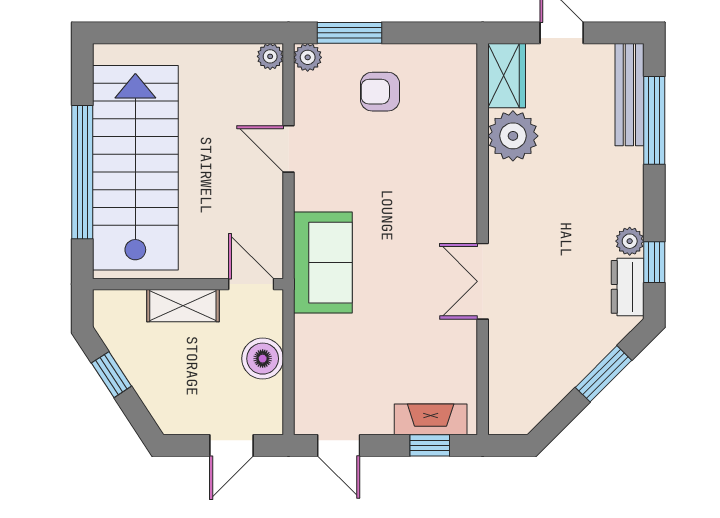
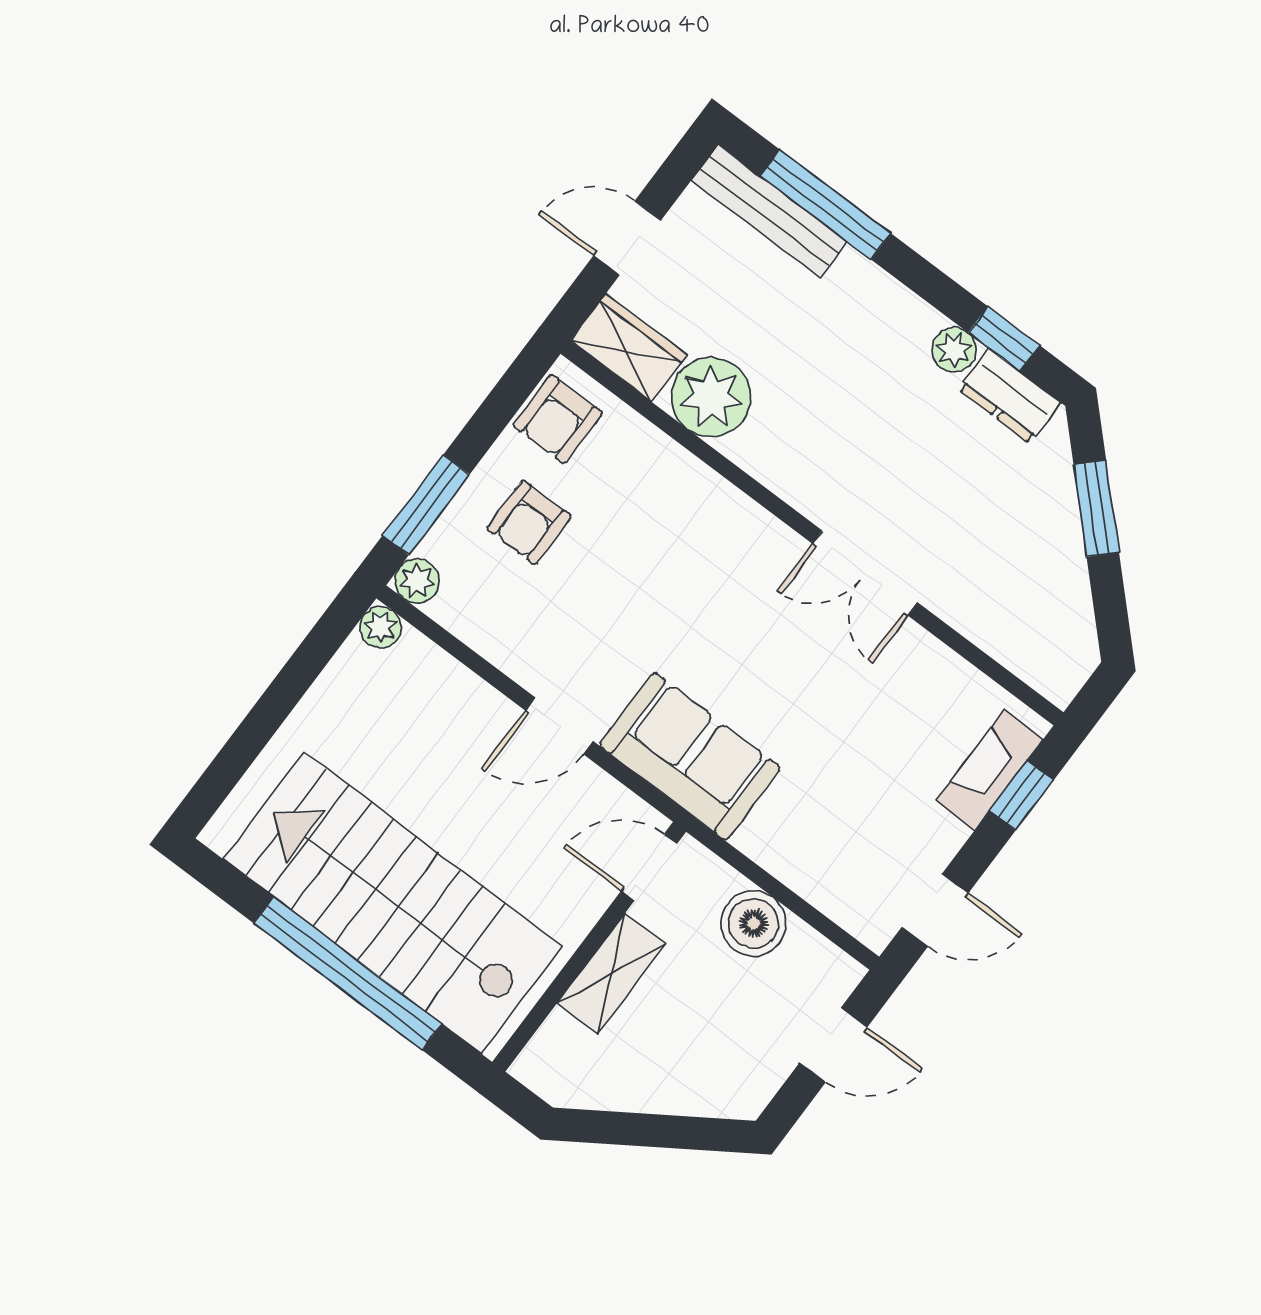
armchair: (443, 67) -> (558, 419), added
door: (288, 149) -> (559, 726), moved
window: (111, 375) -> (630, 1129), removed
door: (232, 445) -> (833, 1045), hinge flipped

